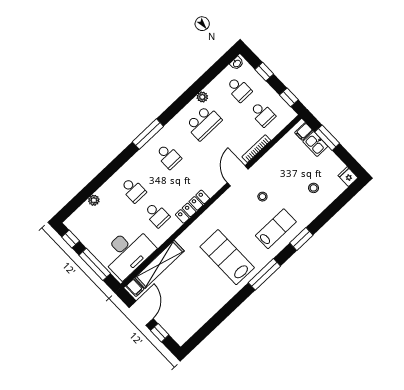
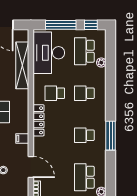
school desk: (98, 223) -> (84, 51), added
filing cabinet: (135, 288) -> (22, 139), moved

